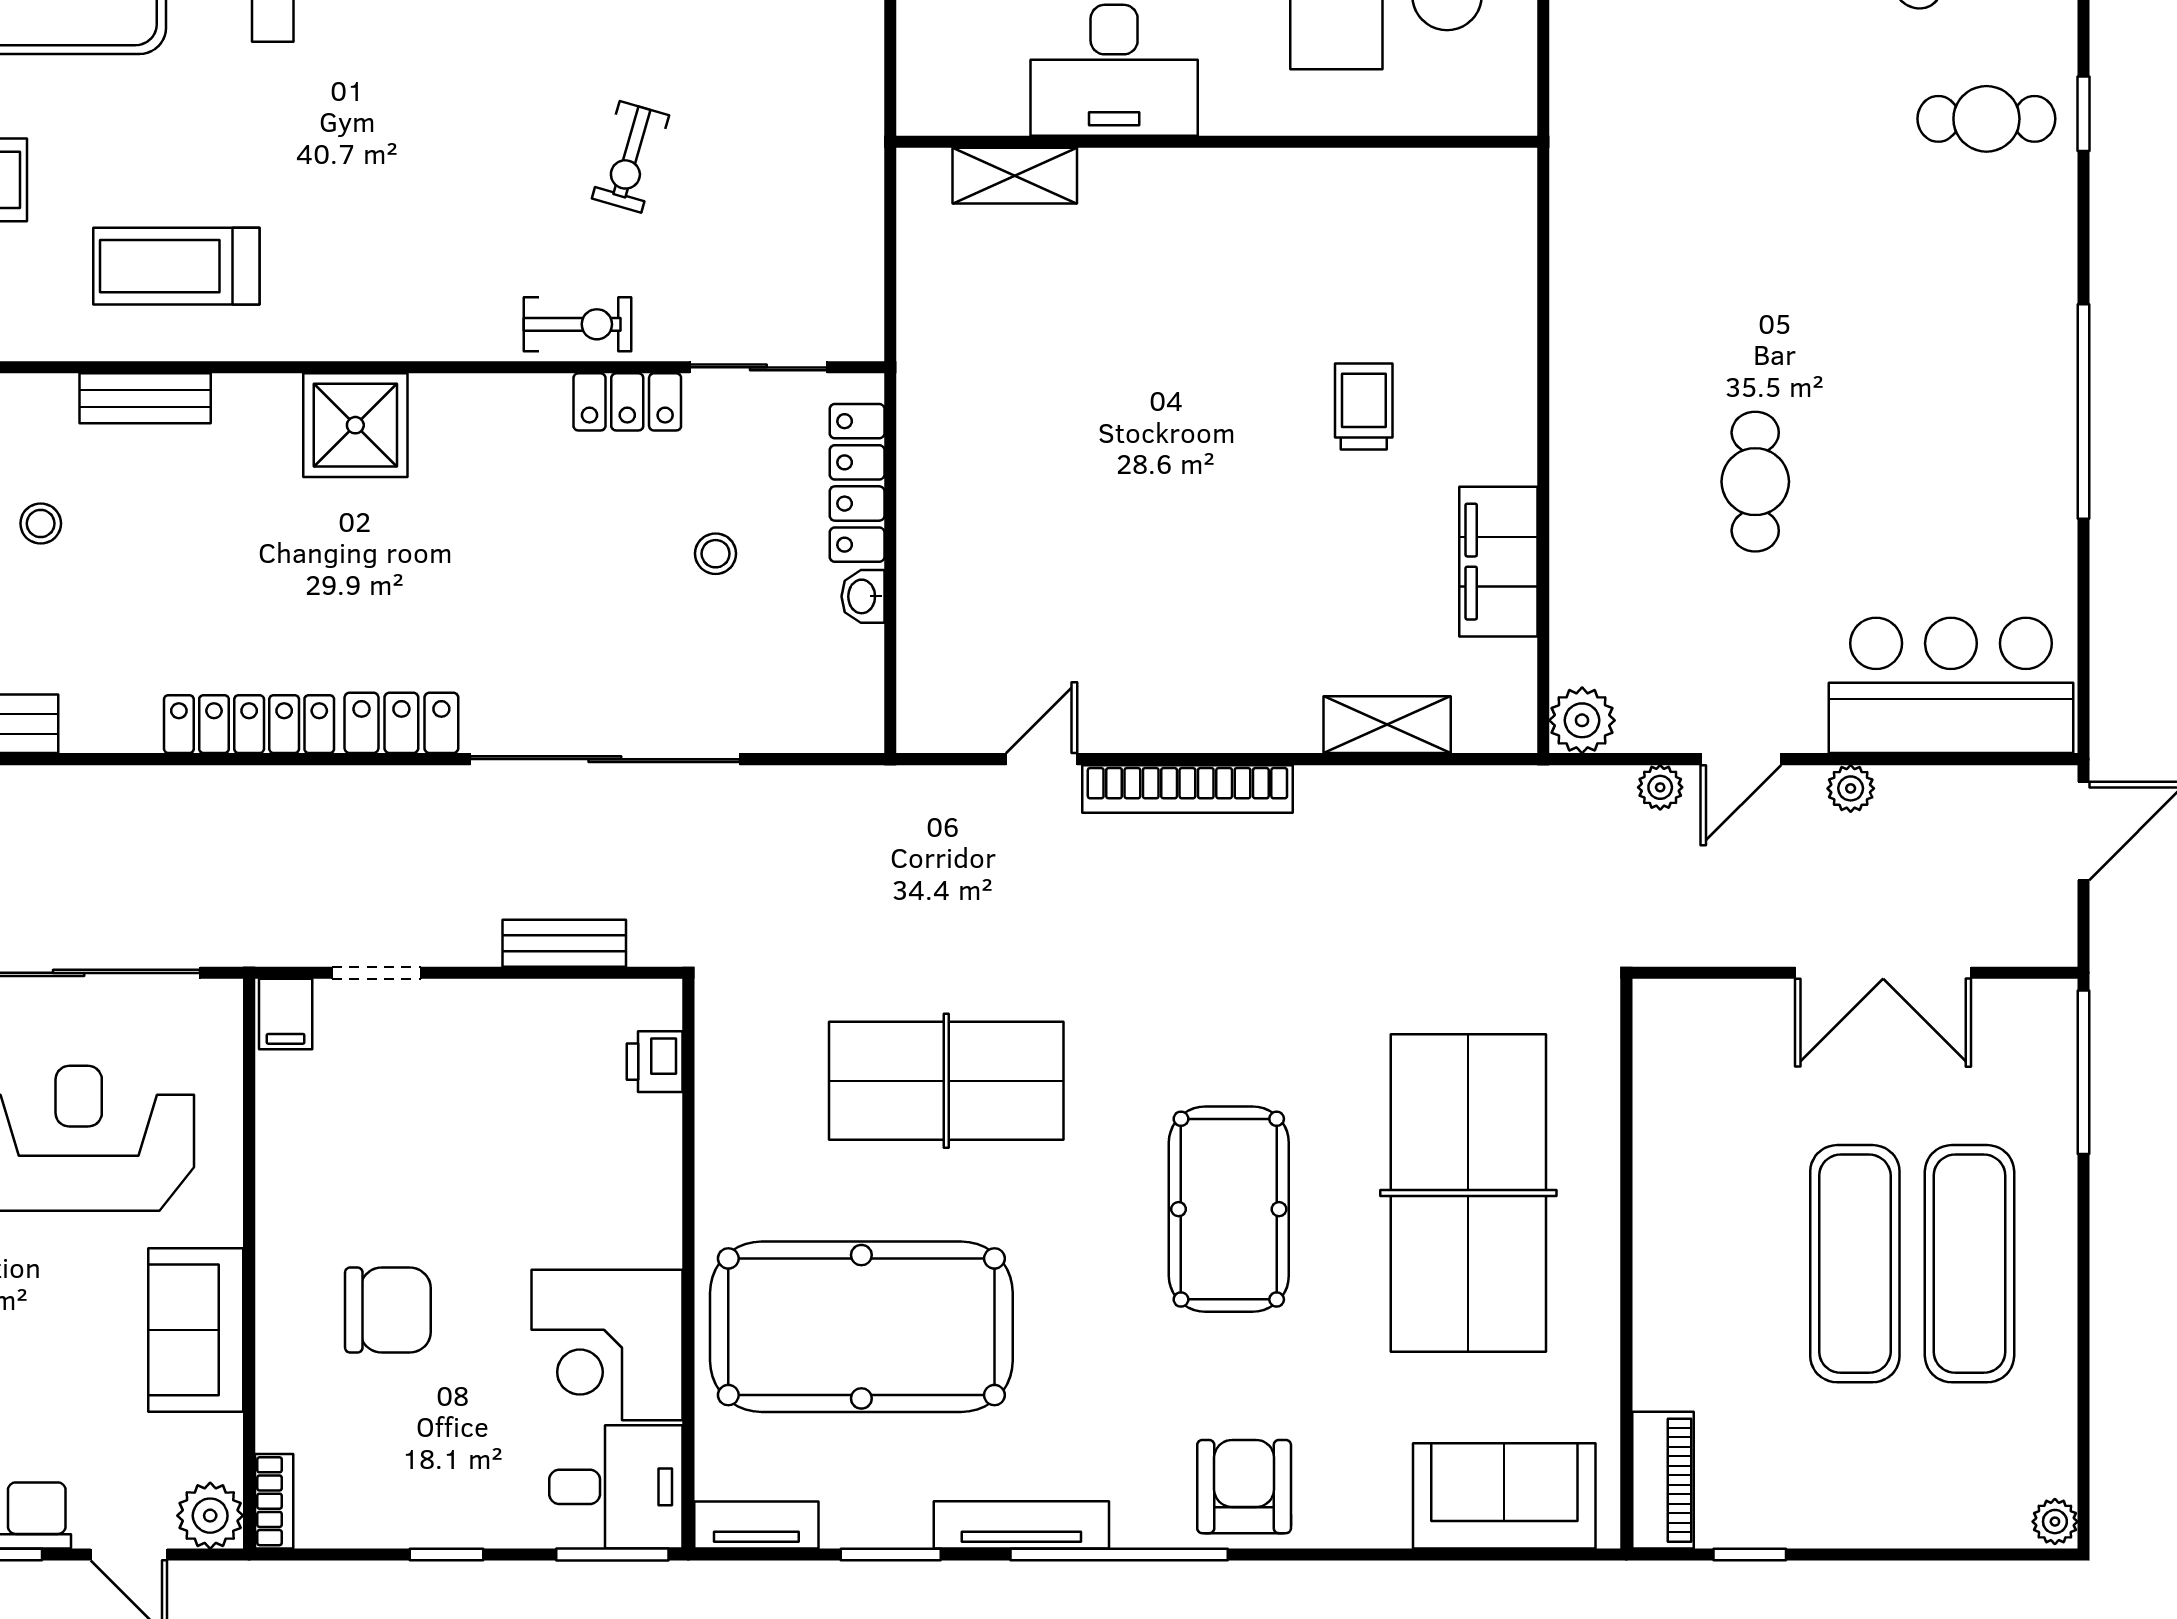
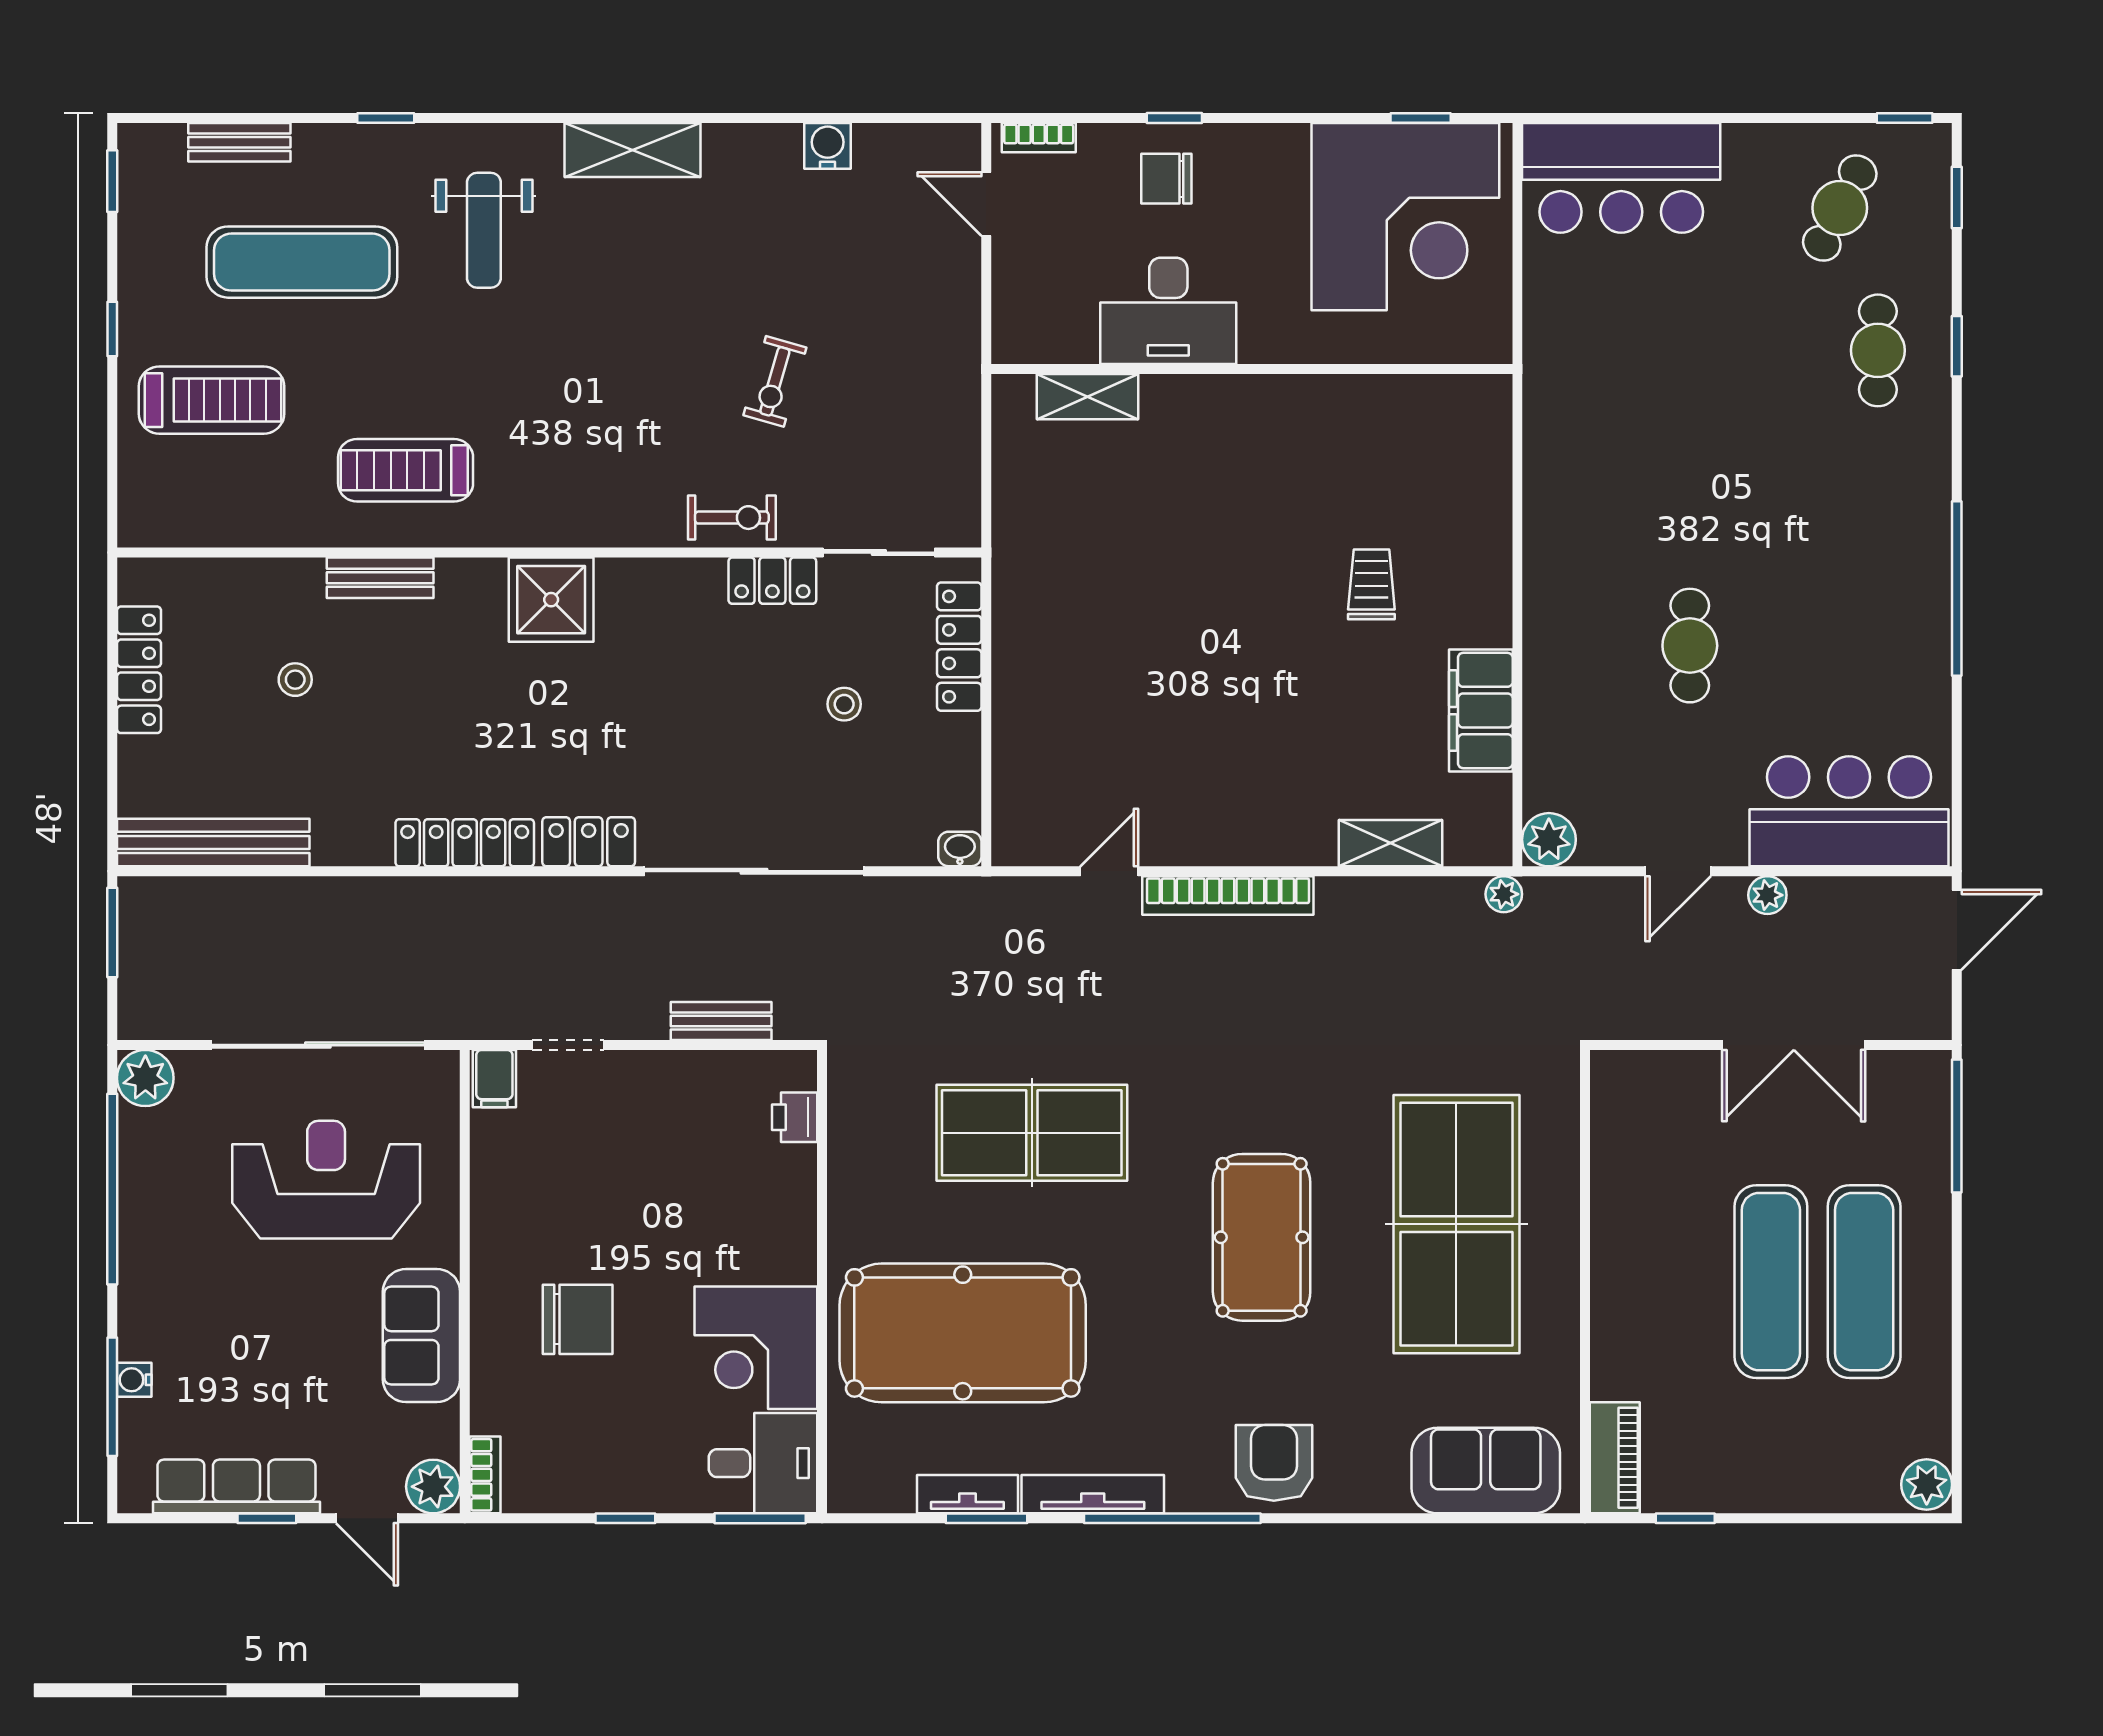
cafe table: (1986, 119) -> (1878, 350), turned 90
washbasin: (863, 596) -> (960, 849), moved, turned 90
plant: (1660, 787) -> (1504, 894), moved
plant: (2055, 1522) -> (1927, 1484), width x1.38, depth x1.38
tv unit: (756, 1525) -> (967, 1494), moved

